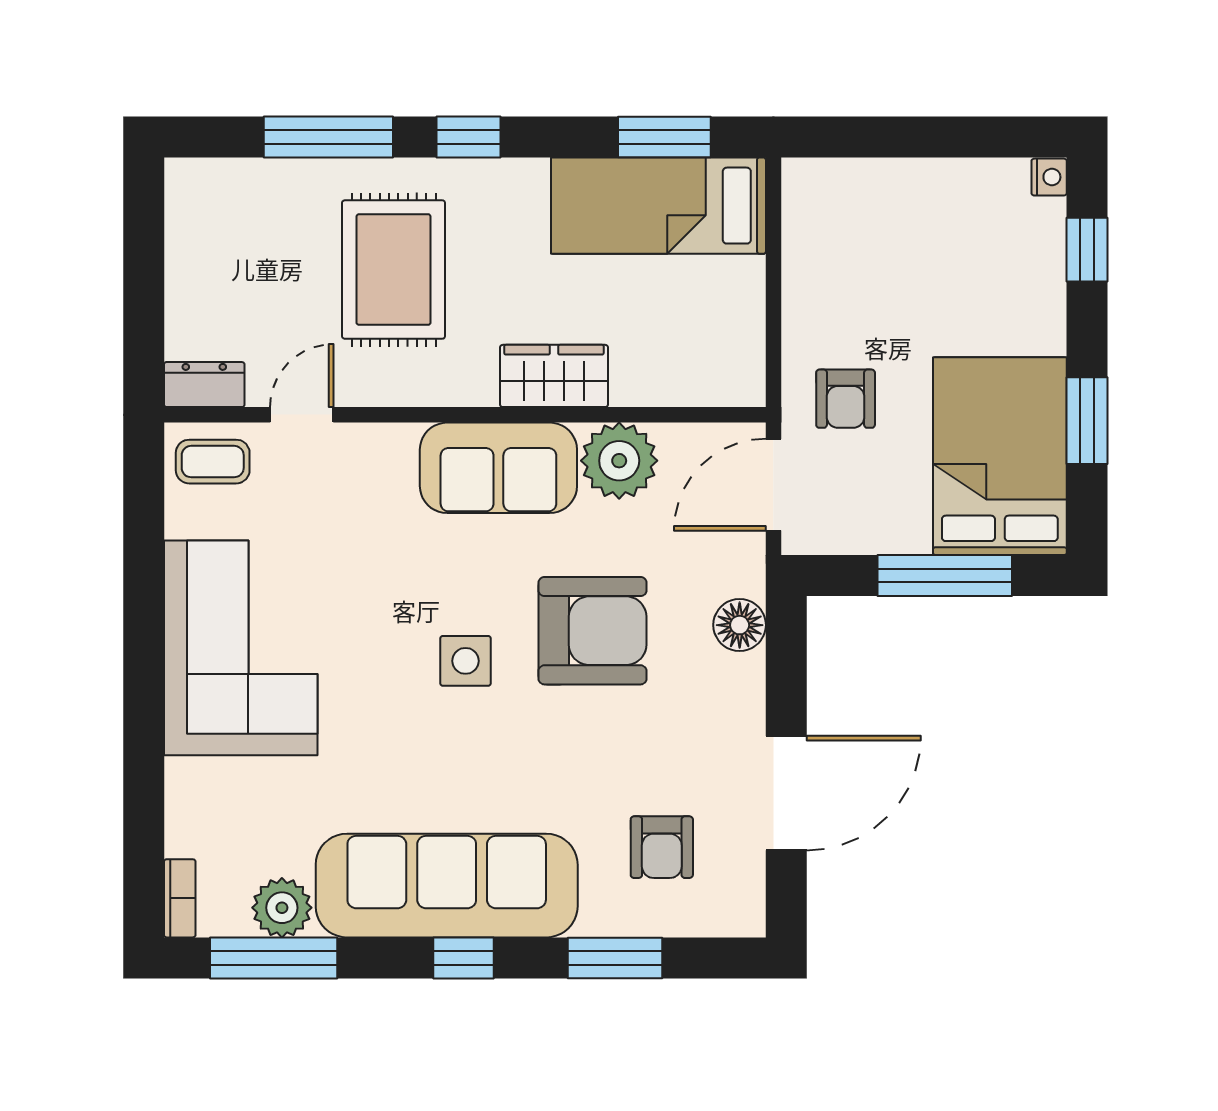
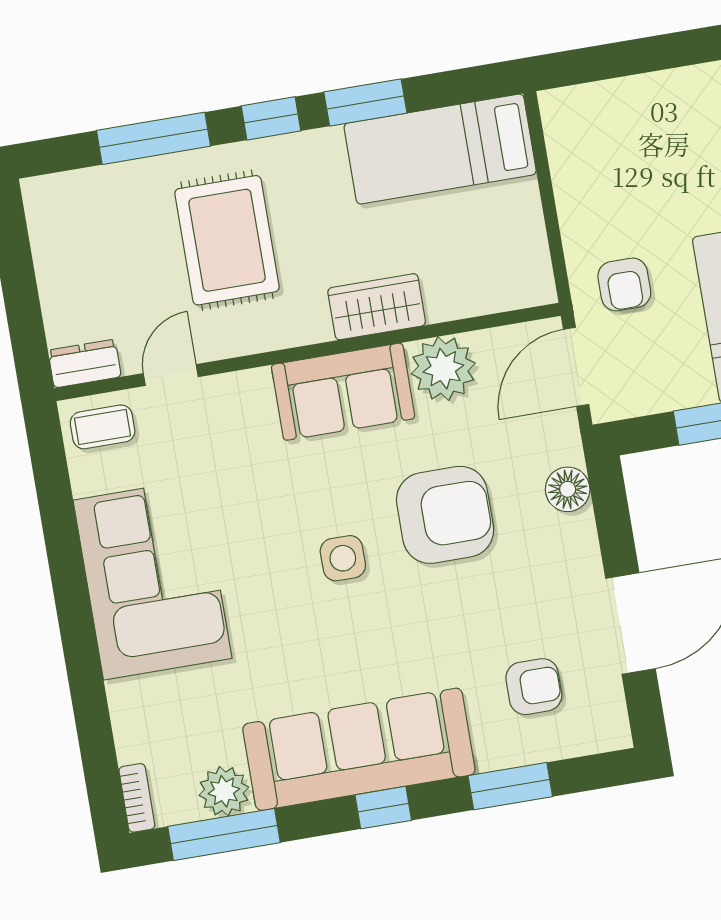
window: (664, 137) -> (365, 102), moved
armchair: (662, 847) -> (534, 687), turned -90

